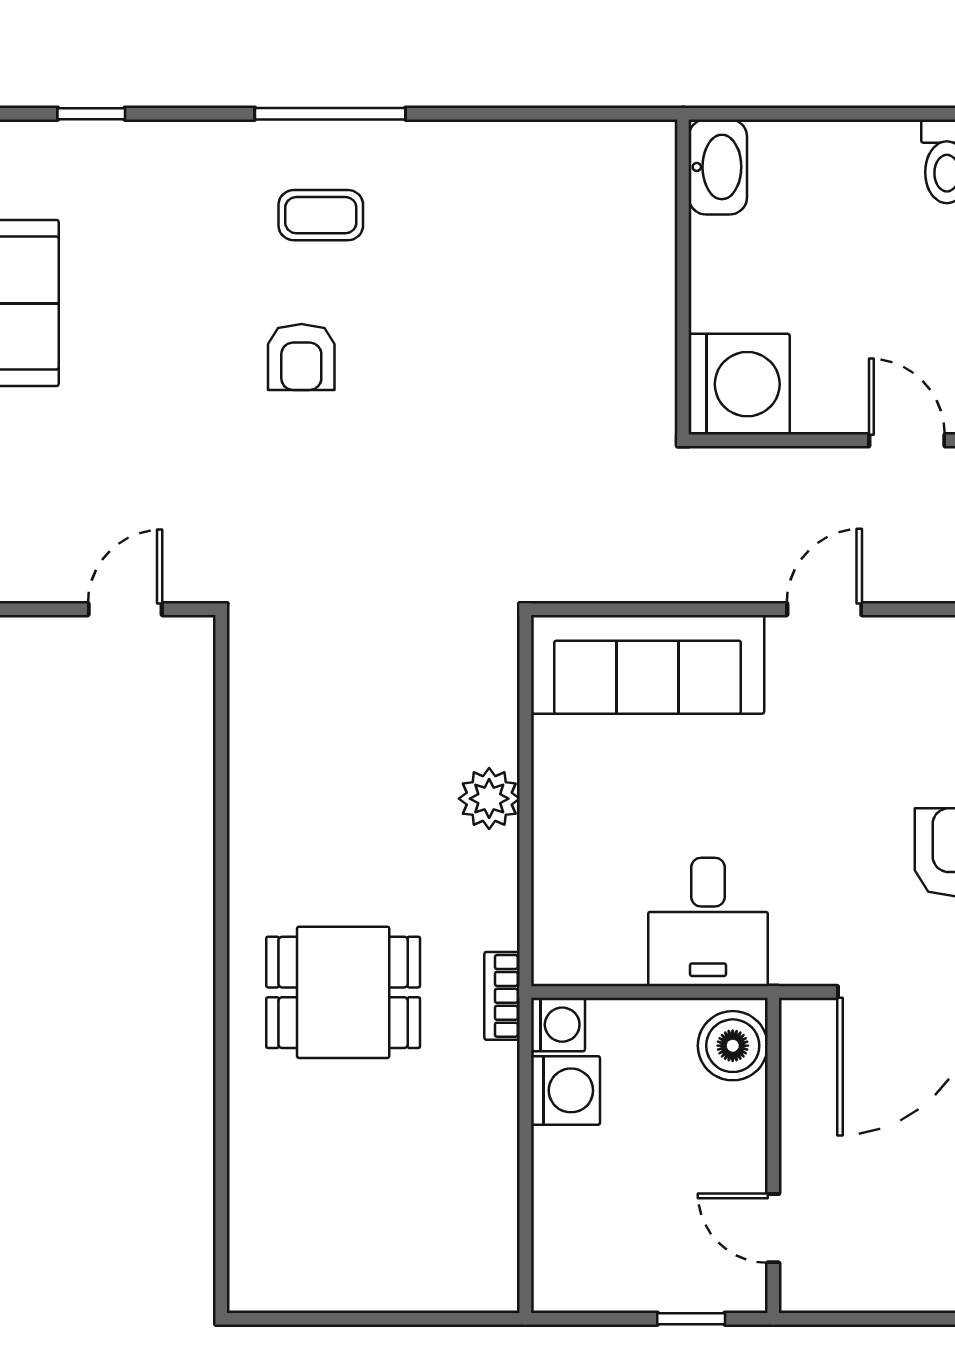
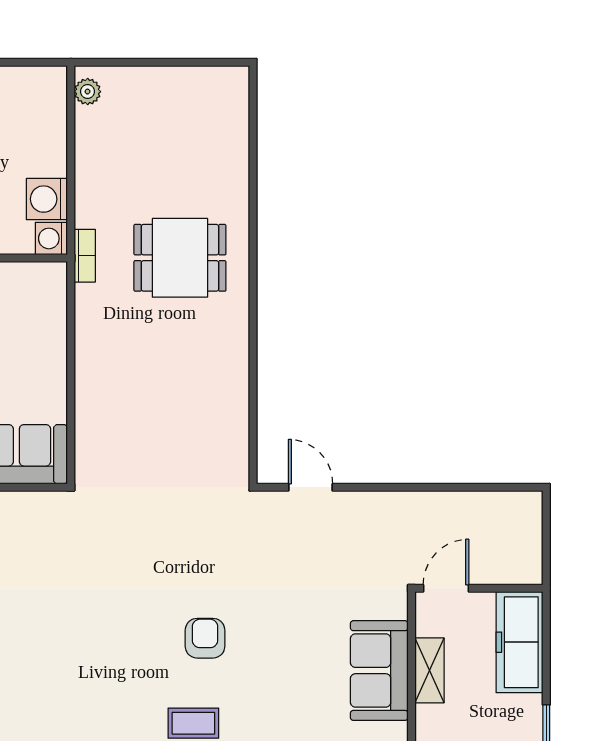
door: (125, 609) -> (311, 487), swing flipped
plant: (489, 799) -> (88, 92), moved, width x0.73, depth x0.73

